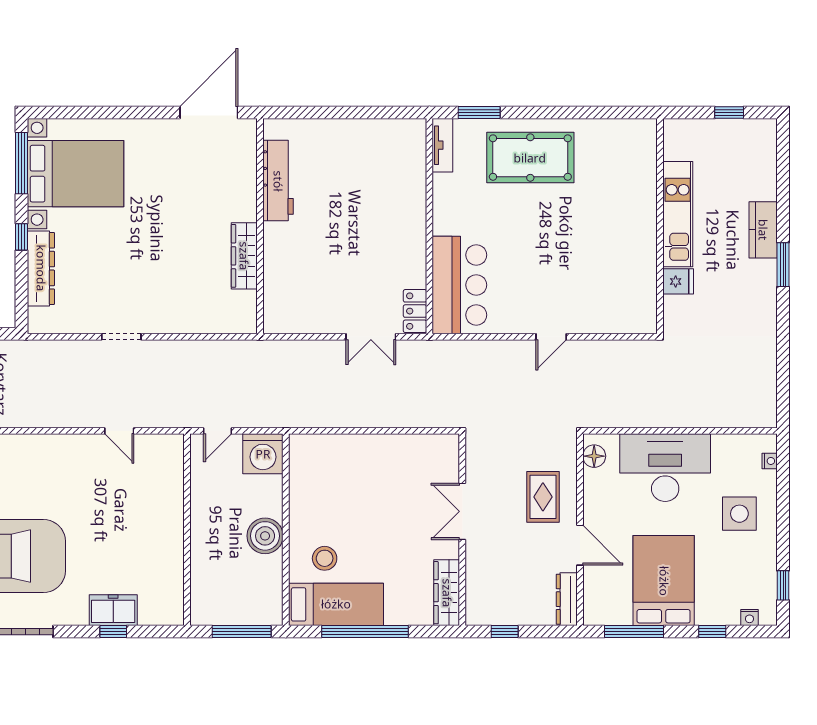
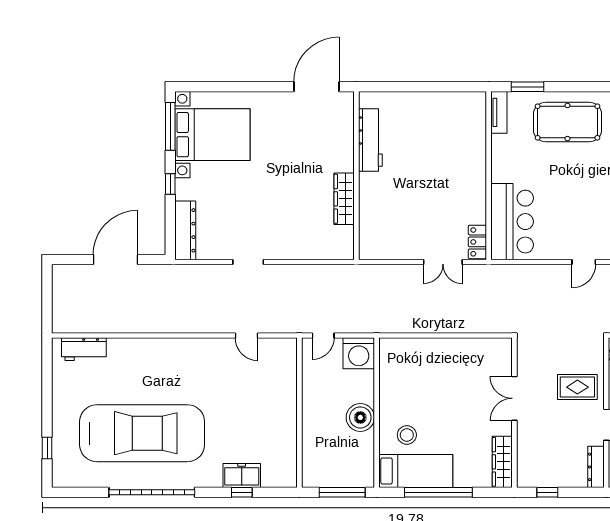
dresser: (41, 268) -> (185, 230), moved
rug: (543, 497) -> (577, 387), turned 90

